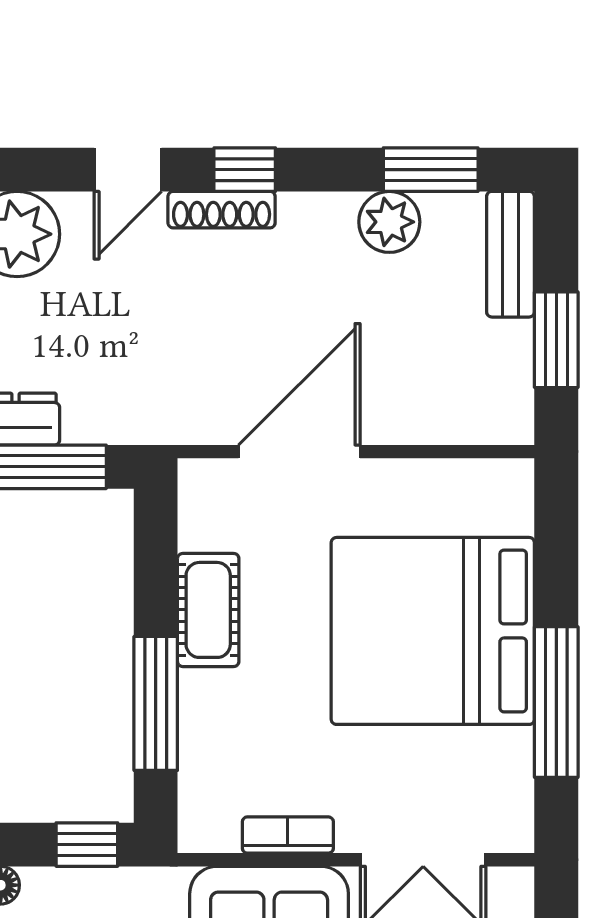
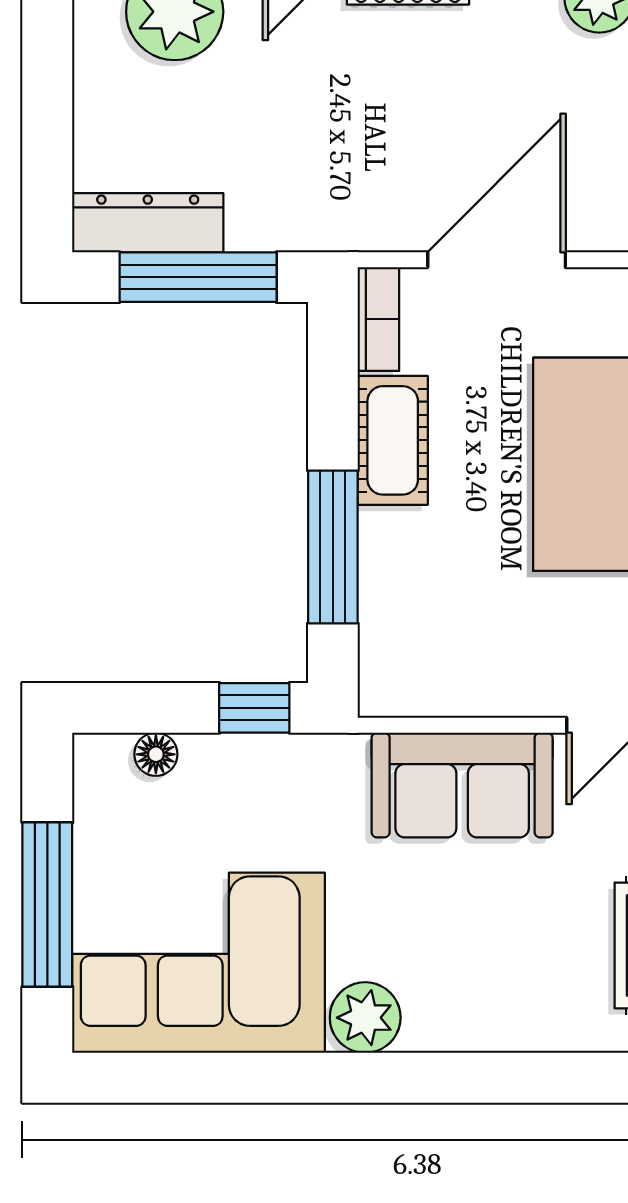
bookcase: (288, 835) -> (378, 319), moved, turned 90

